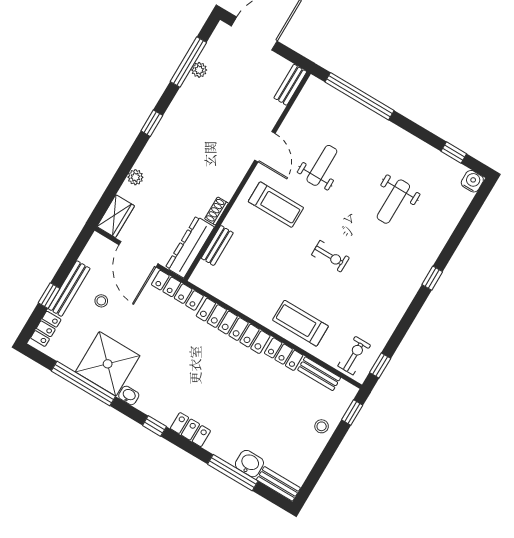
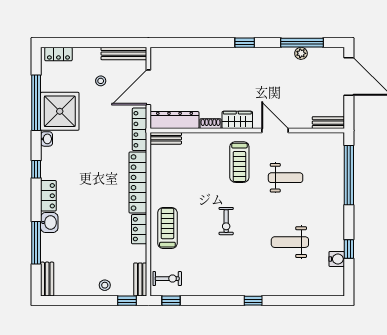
door: (265, 147) -> (275, 131), swing flipped
window: (454, 152) -> (349, 249), moved
plant: (135, 177) -> (200, 53), removed
water cooler: (472, 181) -> (337, 259), moved
wardrobe: (116, 216) -> (237, 120), moved, turned 180
bench: (217, 245) -> (166, 138), moved
bench: (69, 289) -> (124, 54), moved
window: (49, 296) -> (83, 43), removed
bench: (319, 374) -> (140, 279), moved
washbasin: (249, 464) -> (49, 223), moved

